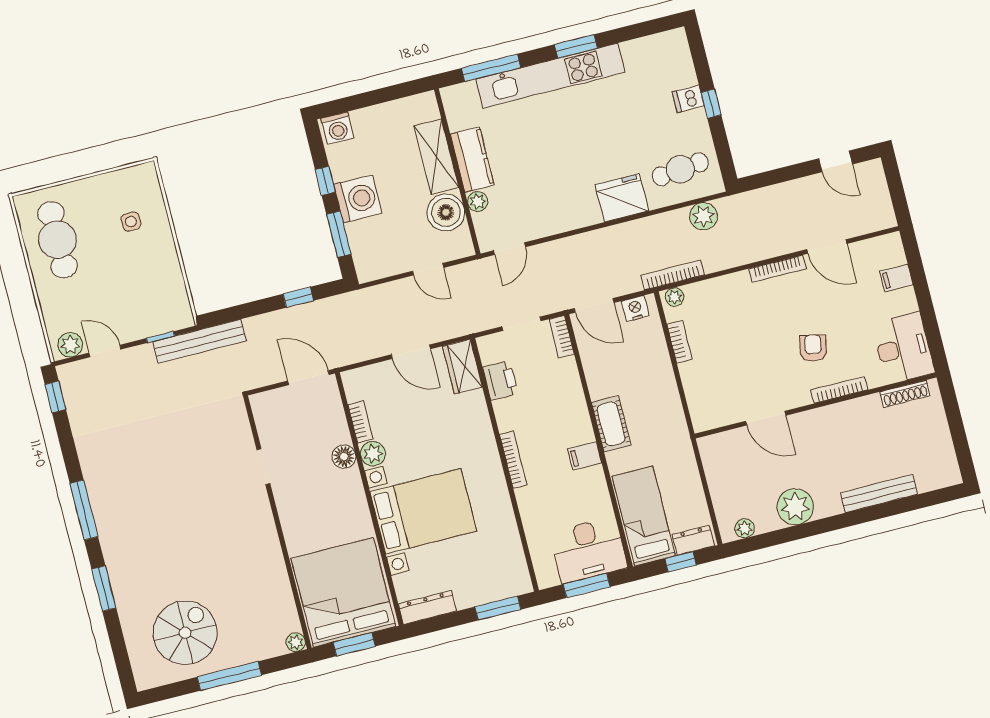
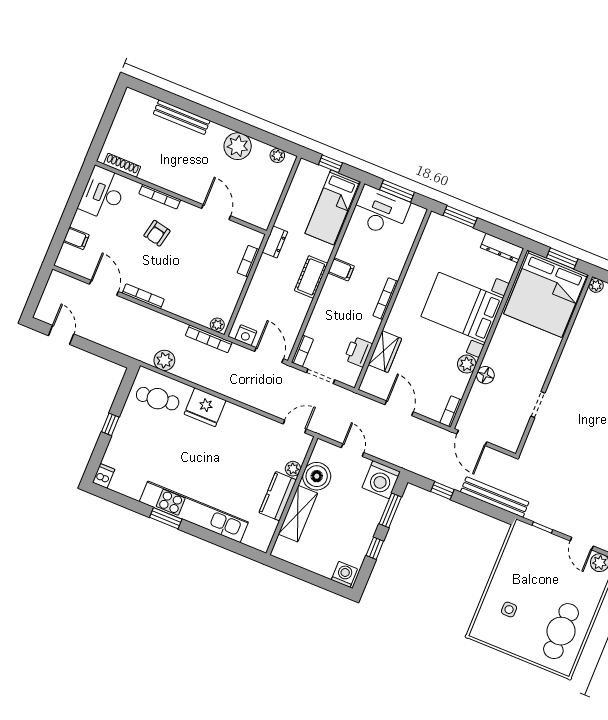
window: (491, 68) -> (226, 543), removed
dishwasher: (688, 99) -> (104, 476), moved, turned -90
washing machine: (358, 199) -> (381, 480), moved, turned -90
bench: (200, 341) -> (495, 497), moved
bookcase: (679, 342) -> (248, 261), moved
wardrobe: (463, 367) -> (385, 352), moved
bookcase: (360, 422) -> (451, 412), moved
dresser: (693, 540) -> (275, 242), moved, turned -90

